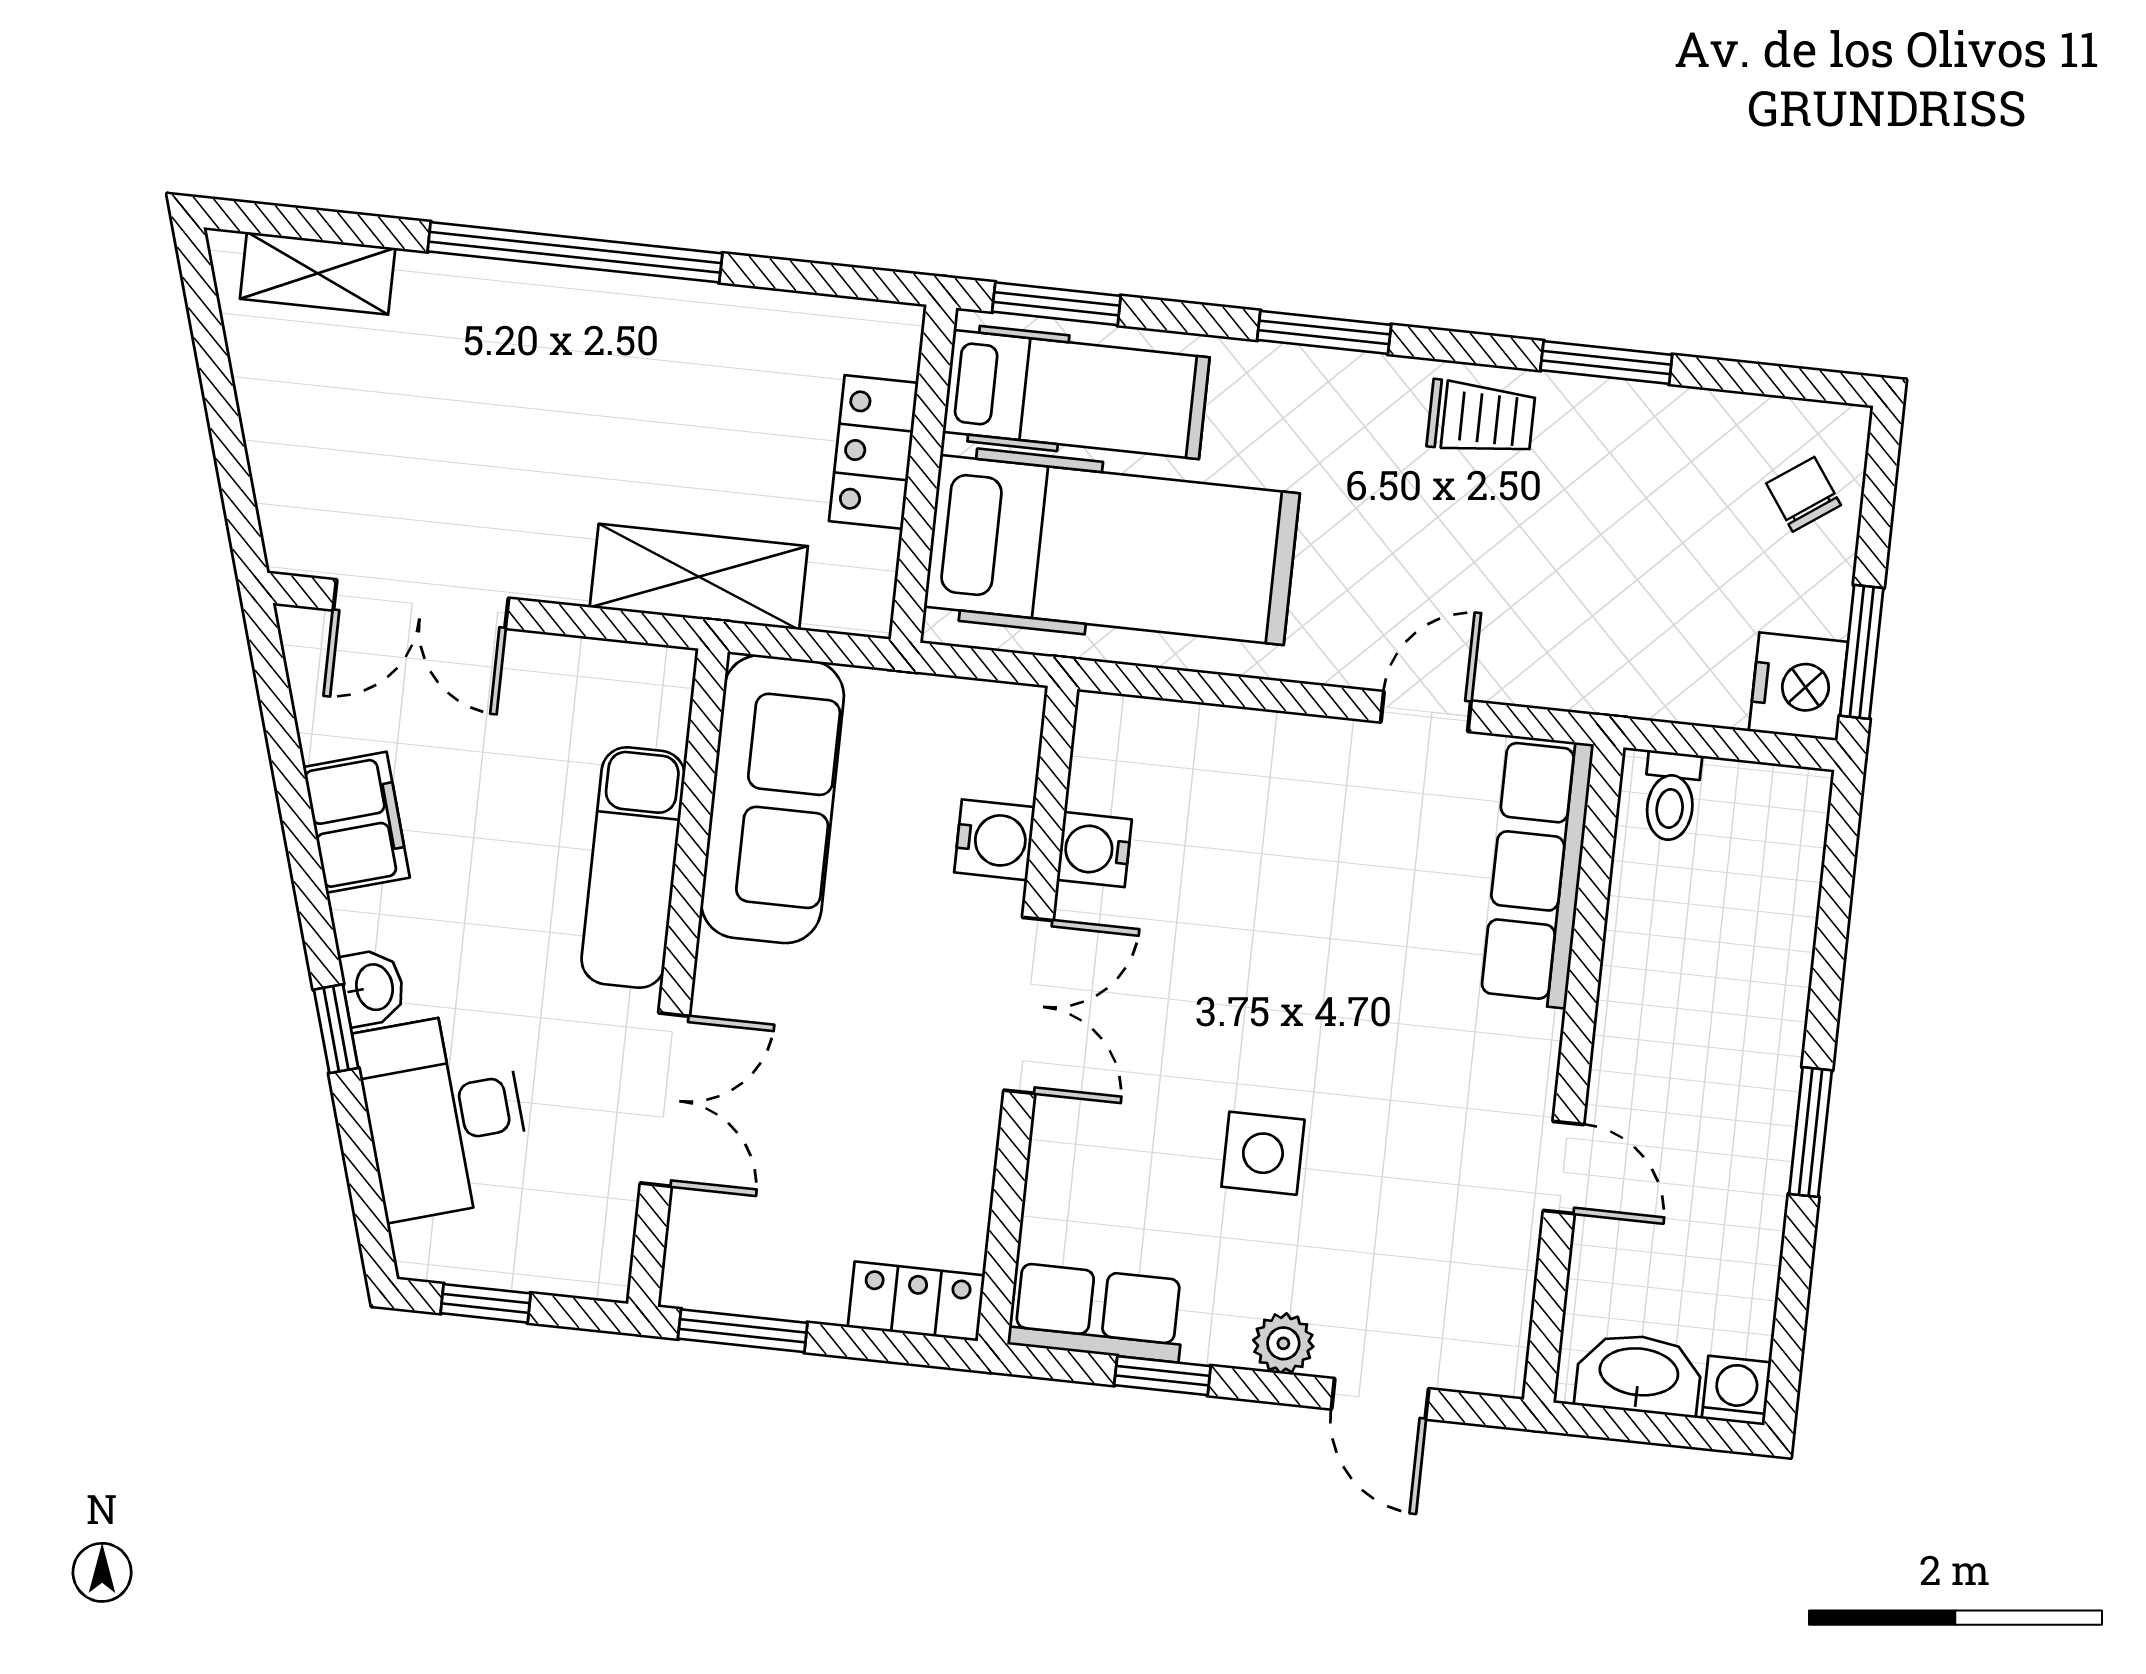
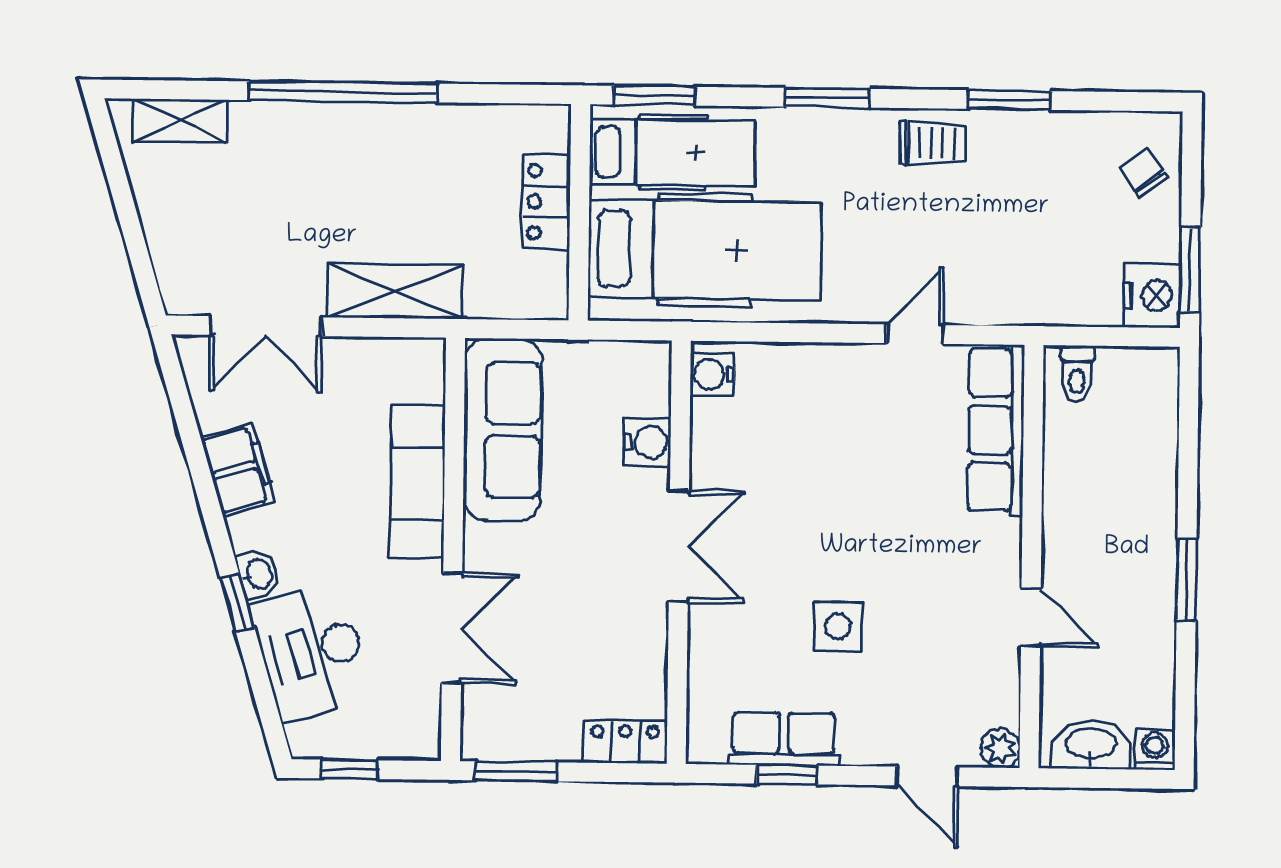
shelving: (699, 577) -> (395, 291), moved
water cooler: (1094, 850) -> (712, 374), moved
row of seats: (1097, 1312) -> (784, 739), moved
plant: (1283, 1343) -> (1000, 748), moved

